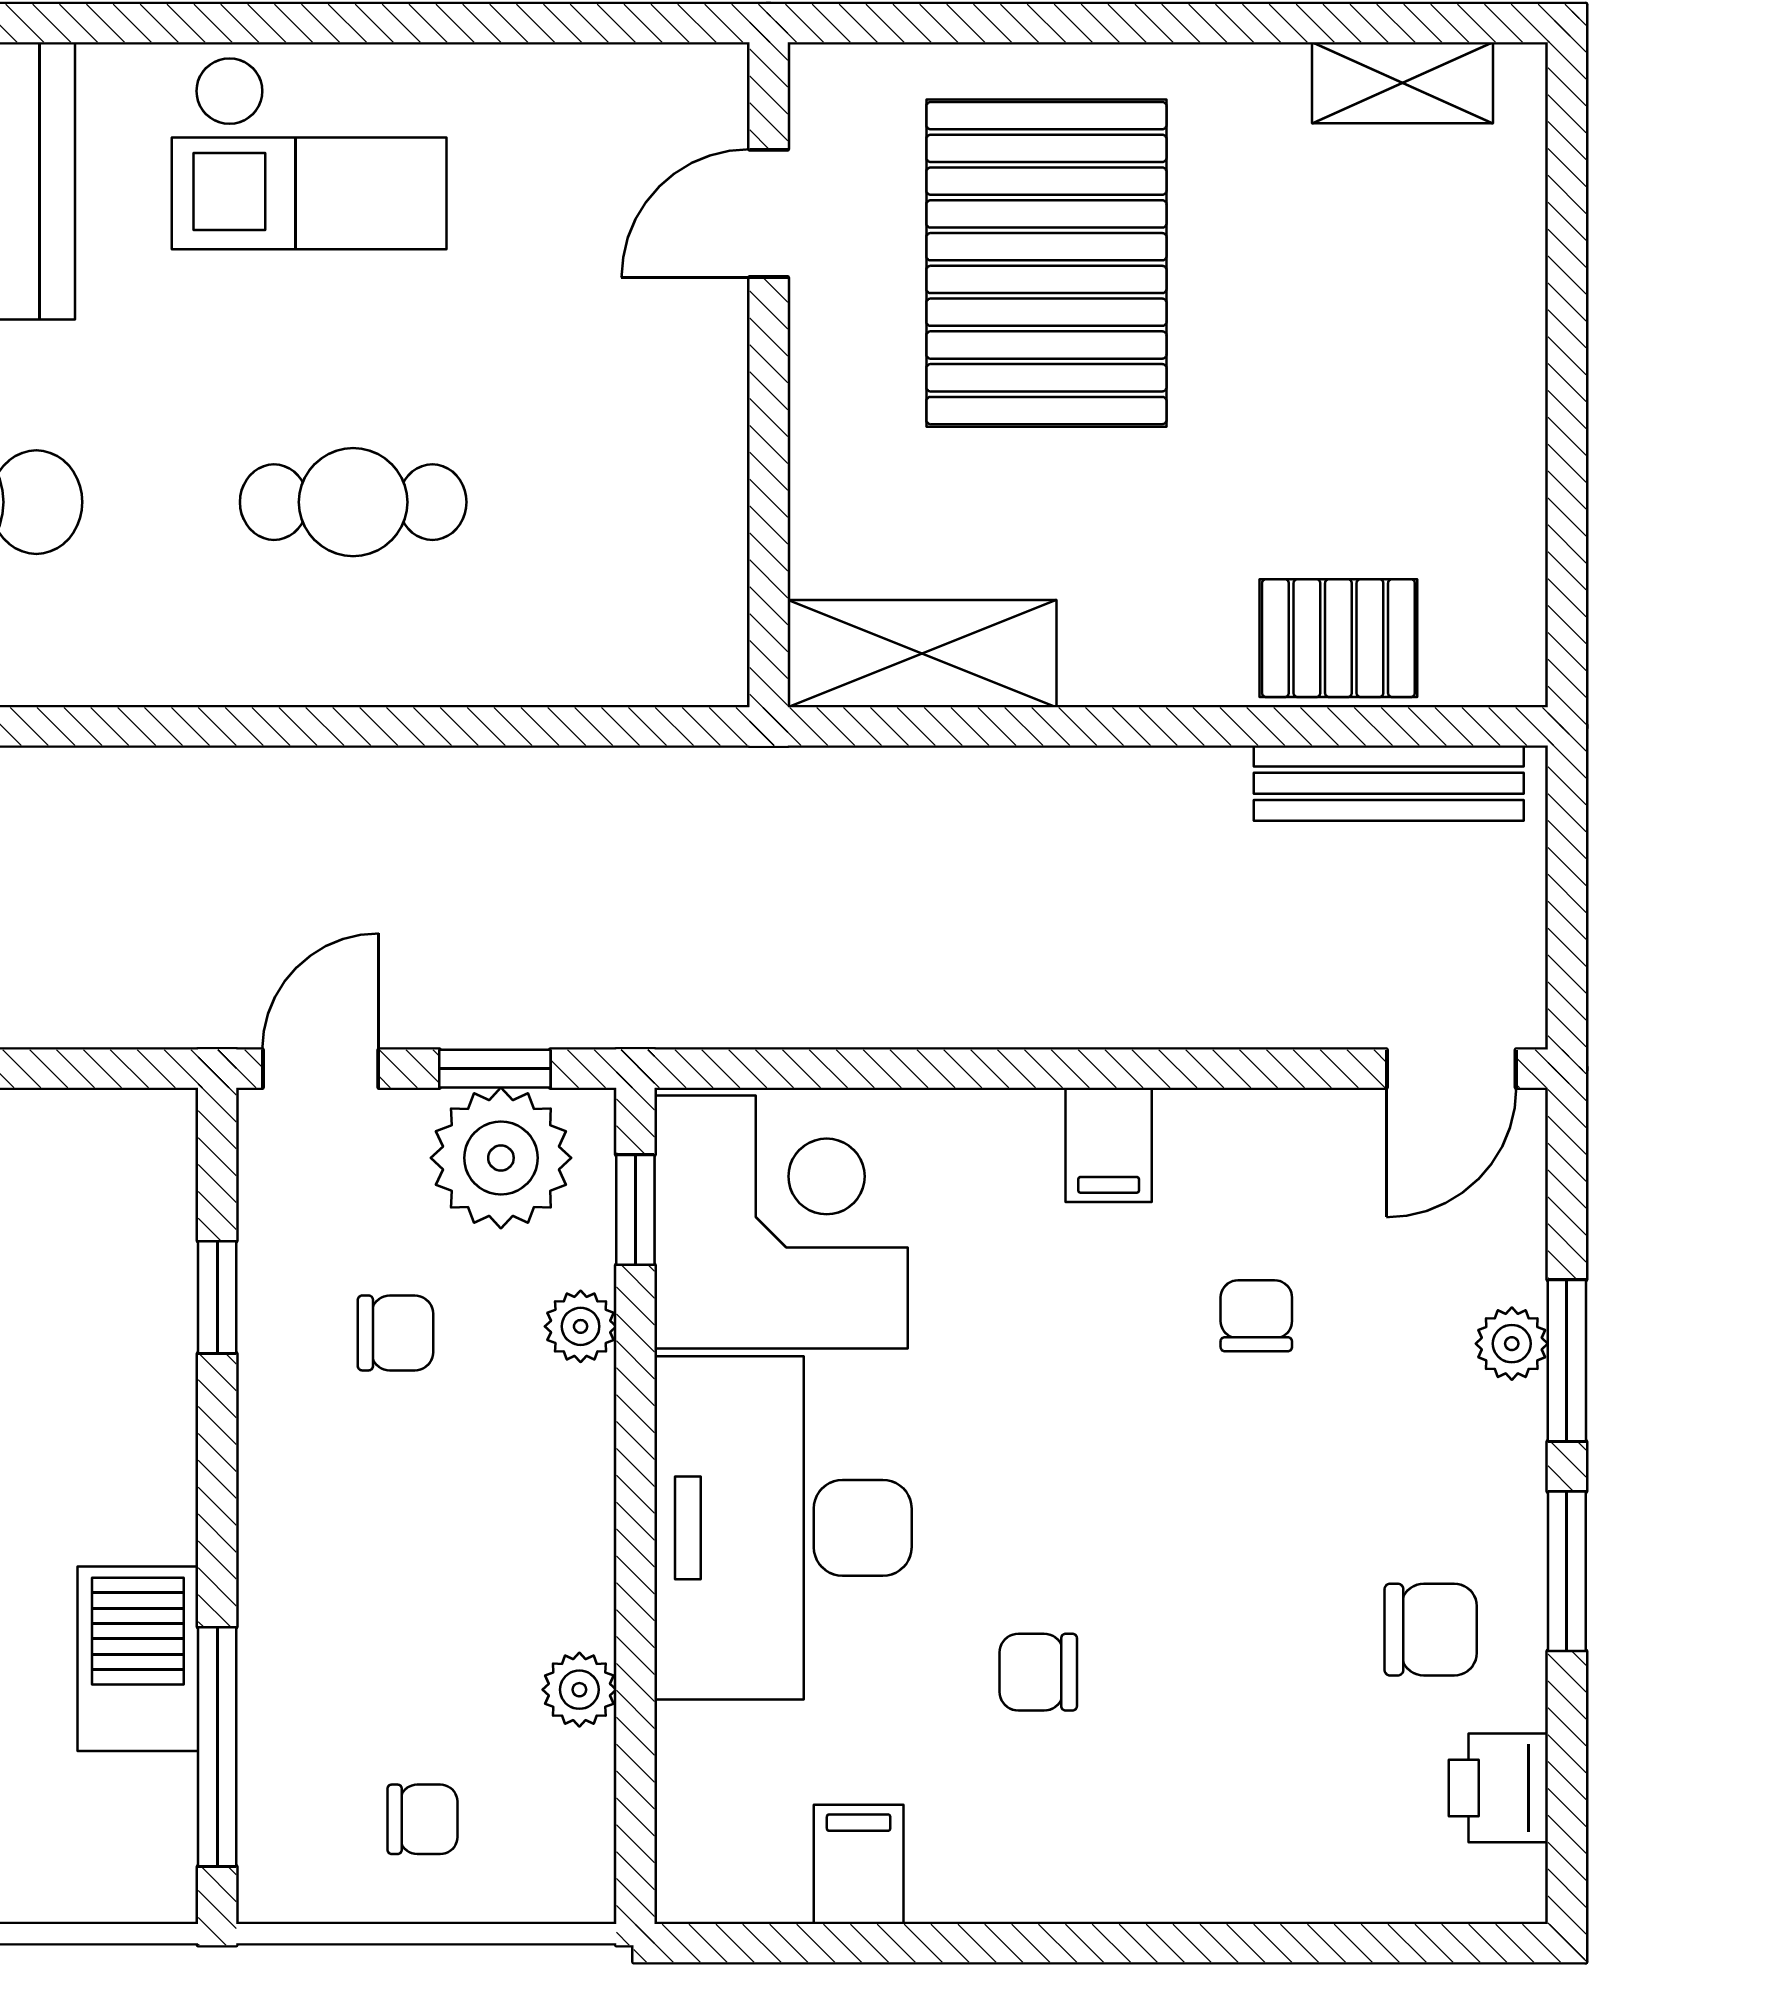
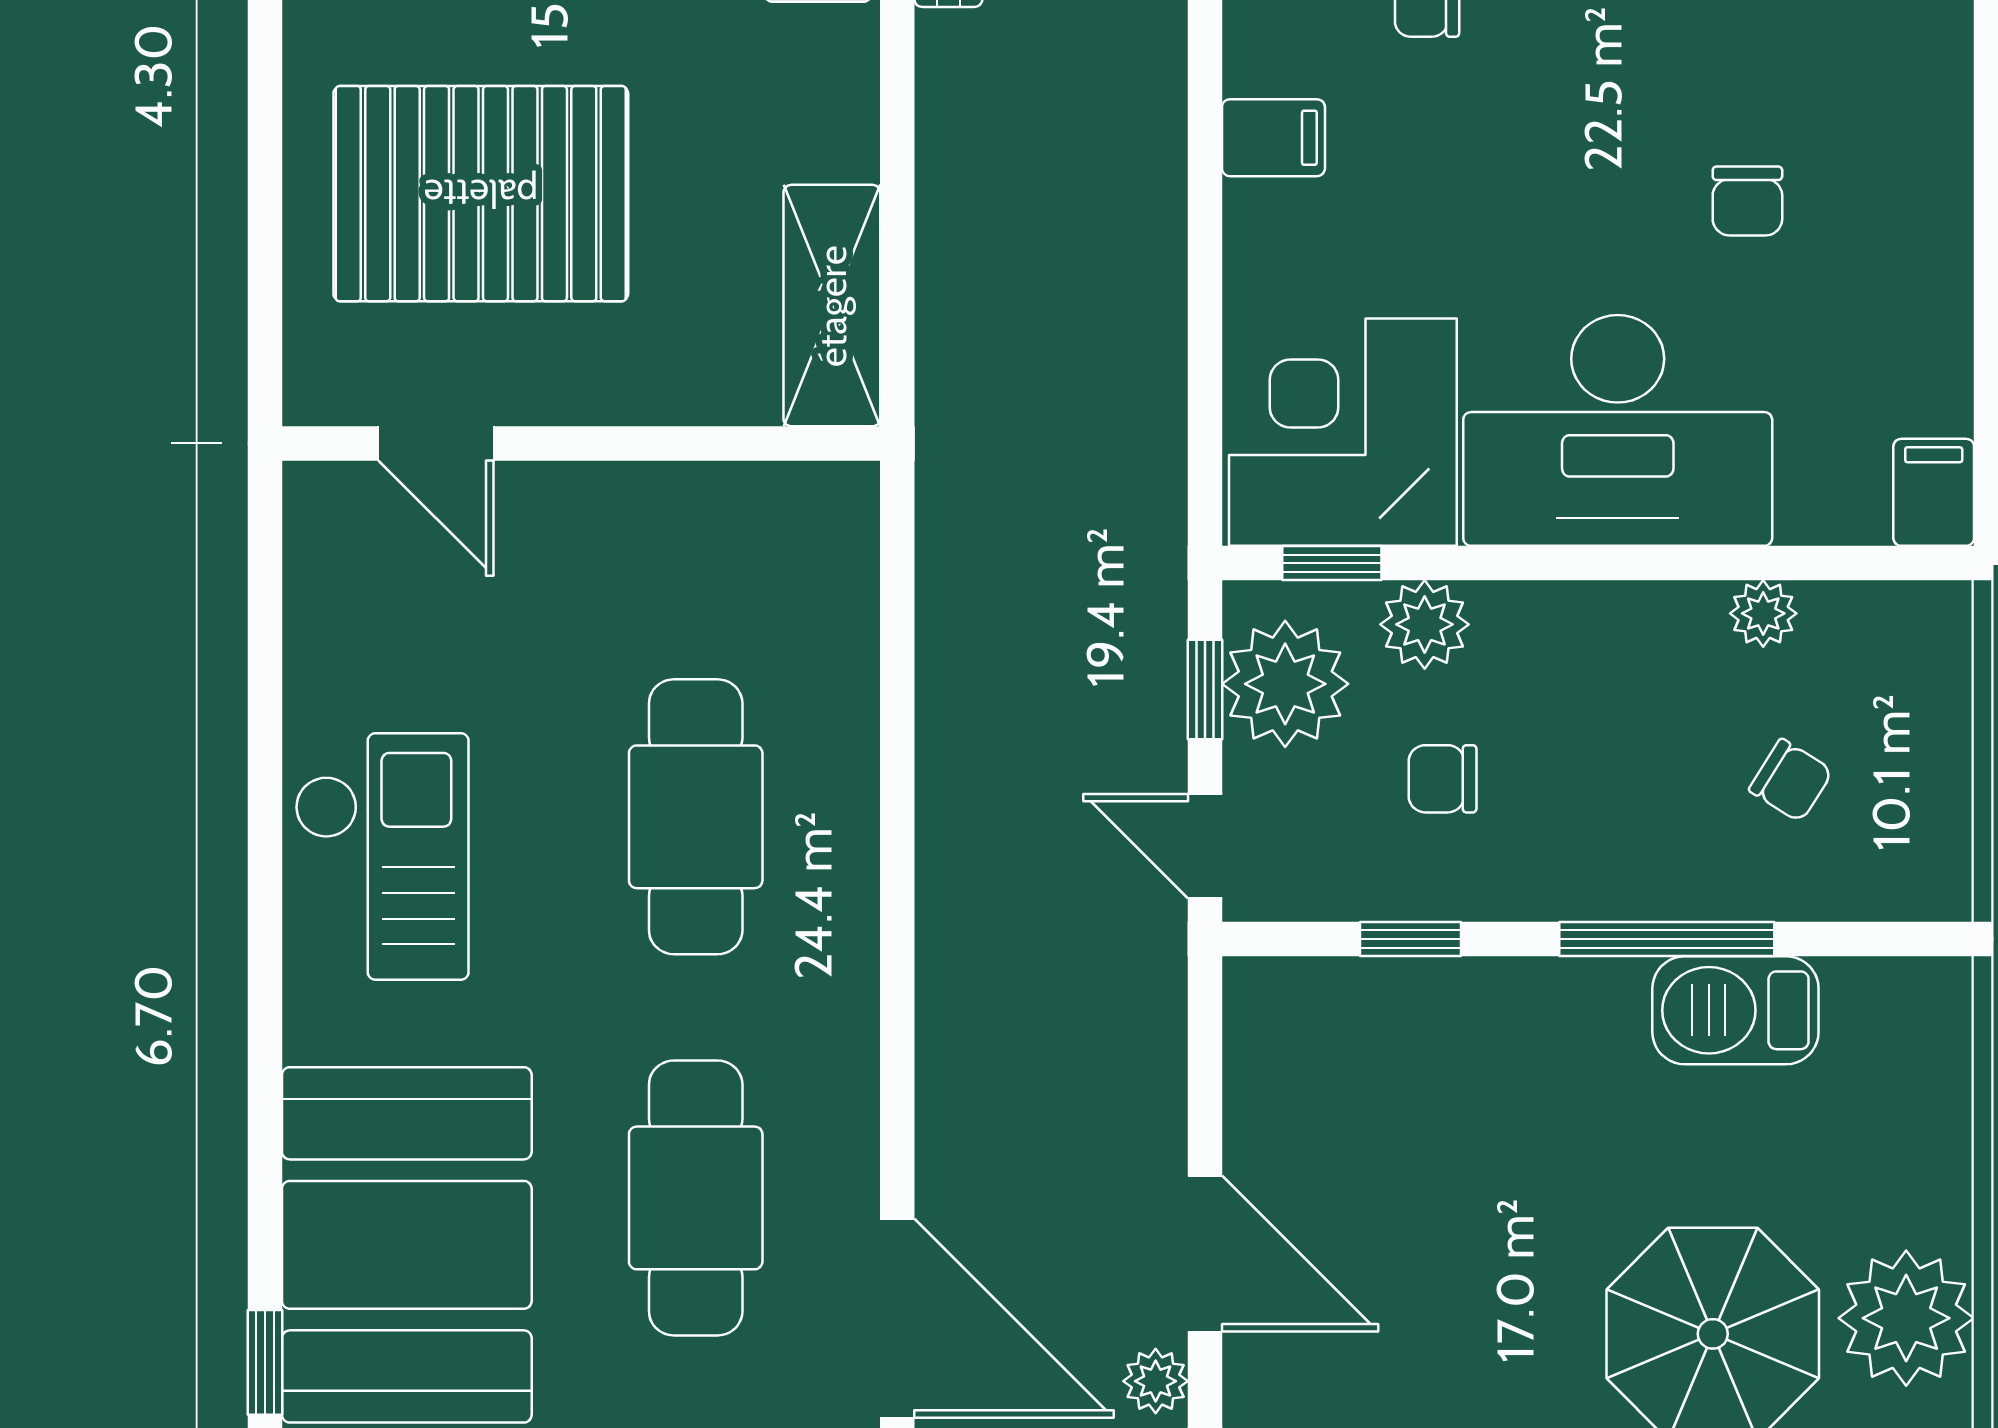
cafe table: (353, 502) -> (696, 817), width x1.37, depth x1.35
plant: (581, 1326) -> (1425, 624), width x1.38, depth x1.38
chair: (395, 1333) -> (1443, 779), turned -90
window: (217, 1747) -> (1667, 939), moved
chair: (422, 1819) -> (1791, 780), moved, turned 122
filing cabinet: (859, 1864) -> (1934, 492), moved, turned 90

